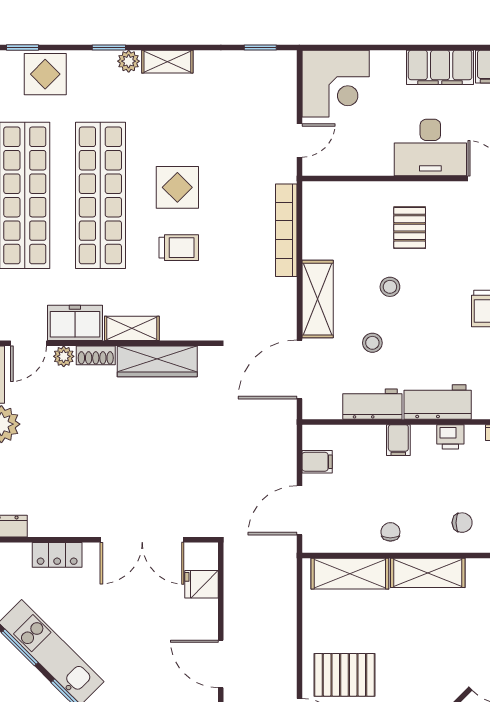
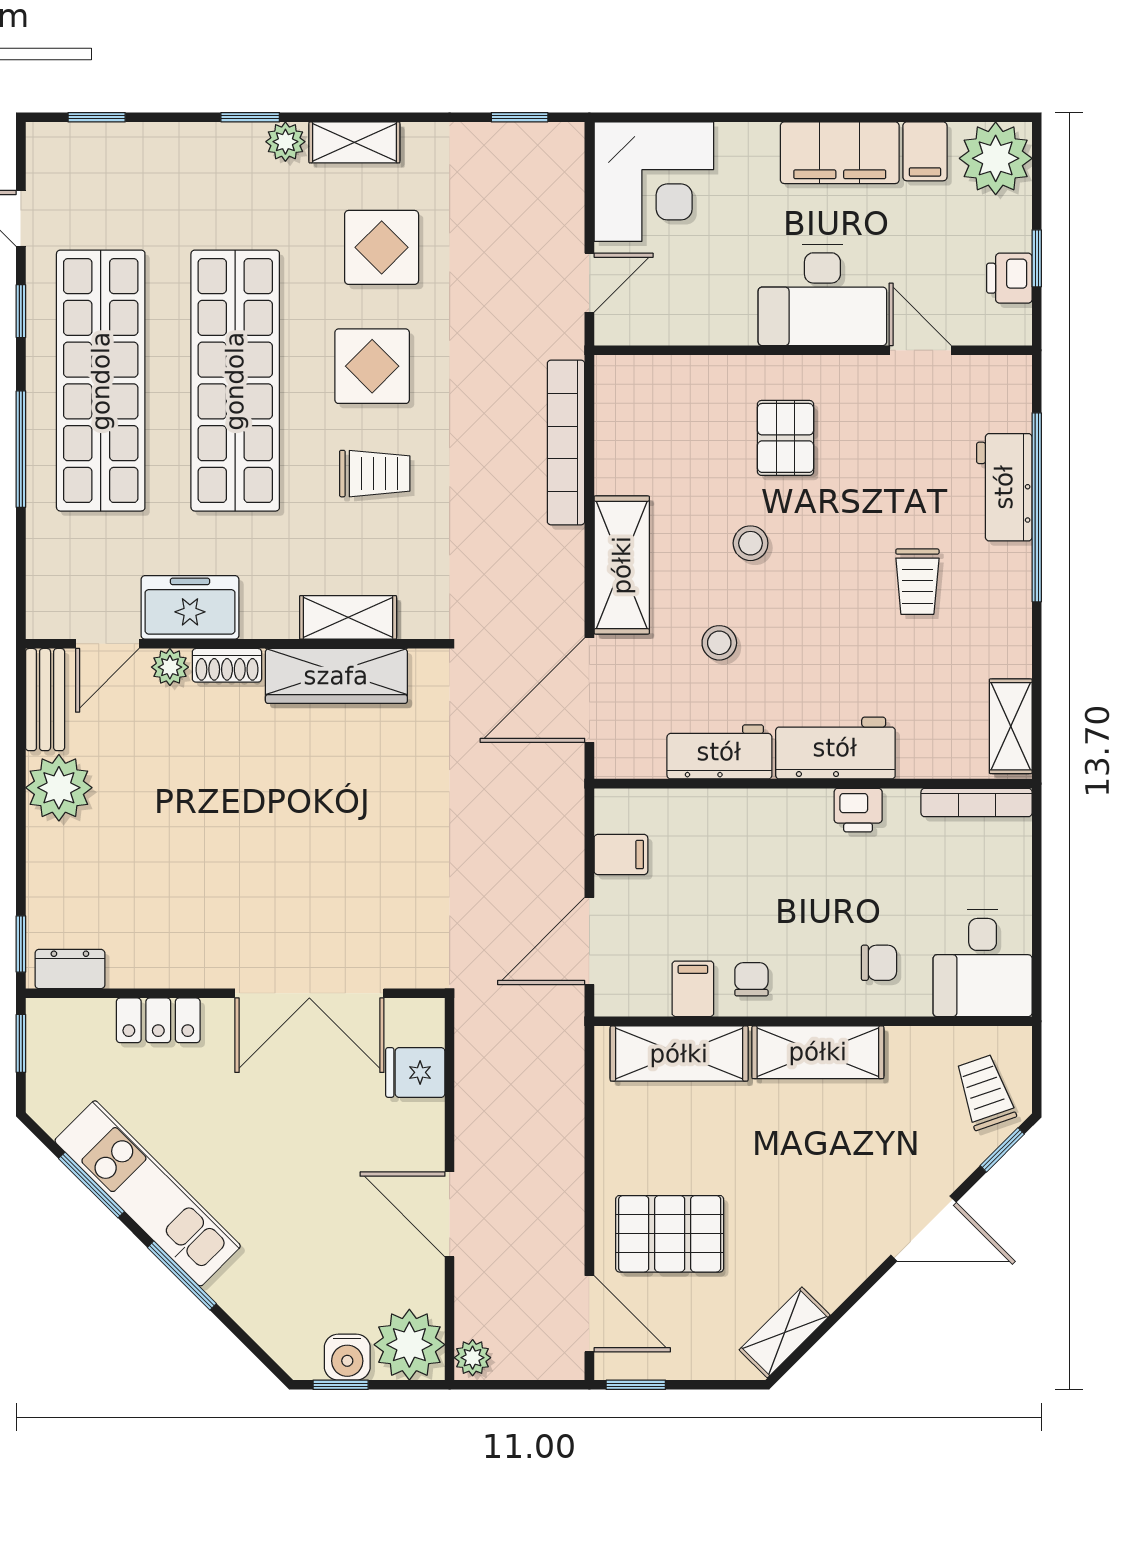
display table: (45, 74) -> (382, 247), moved
shelving: (132, 328) -> (348, 617), moved
filing cabinet: (398, 440) -> (693, 989), moved, turned 180

